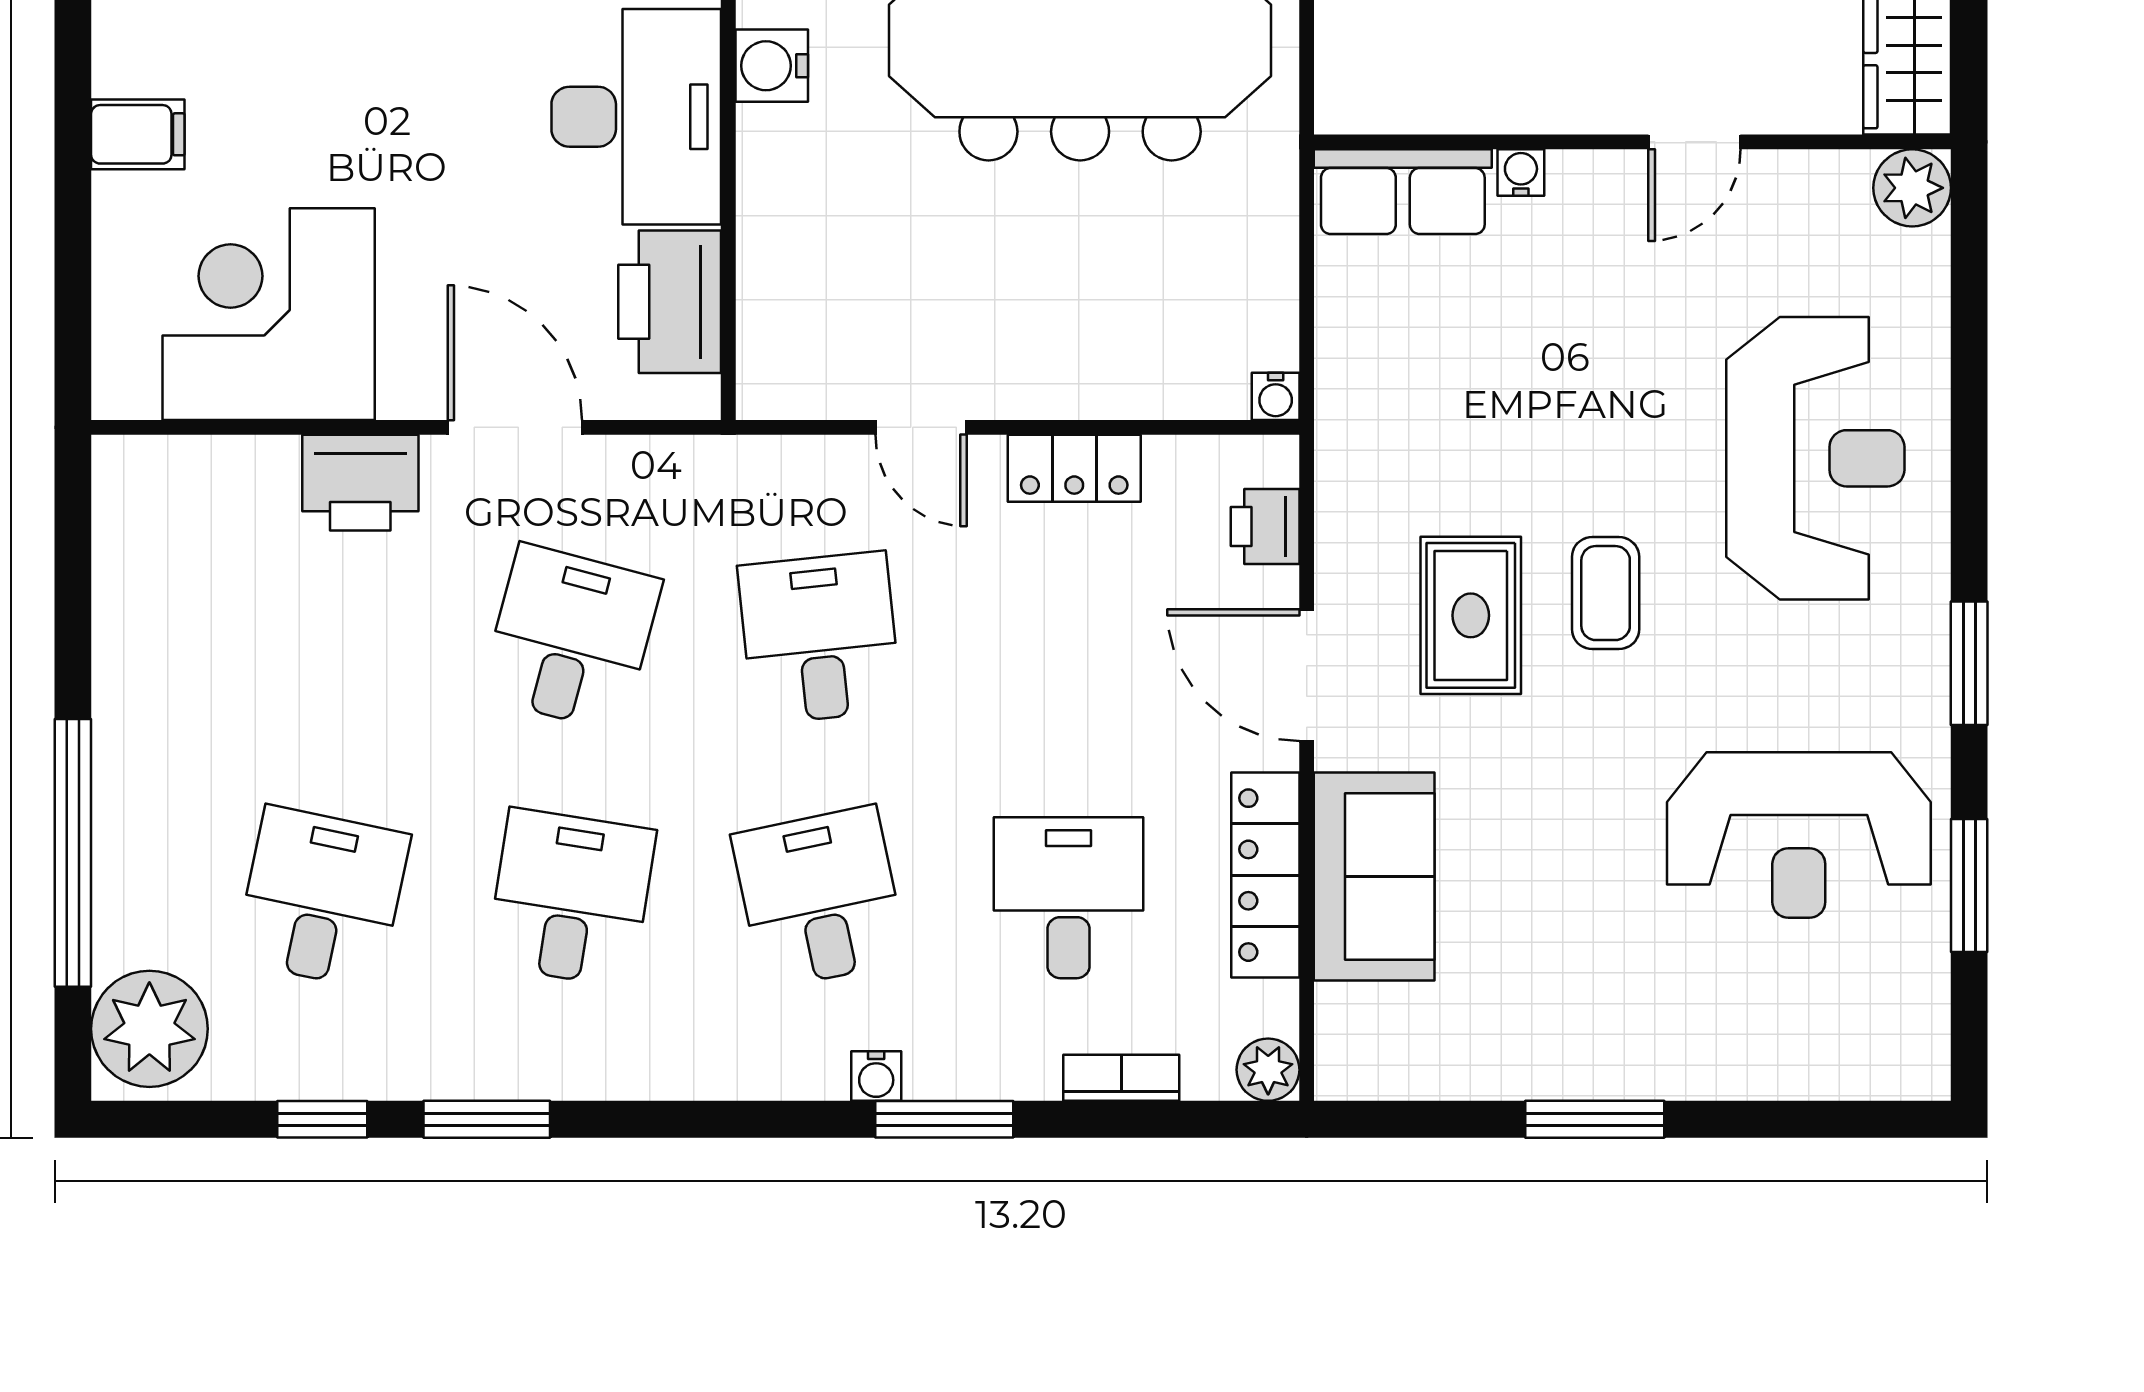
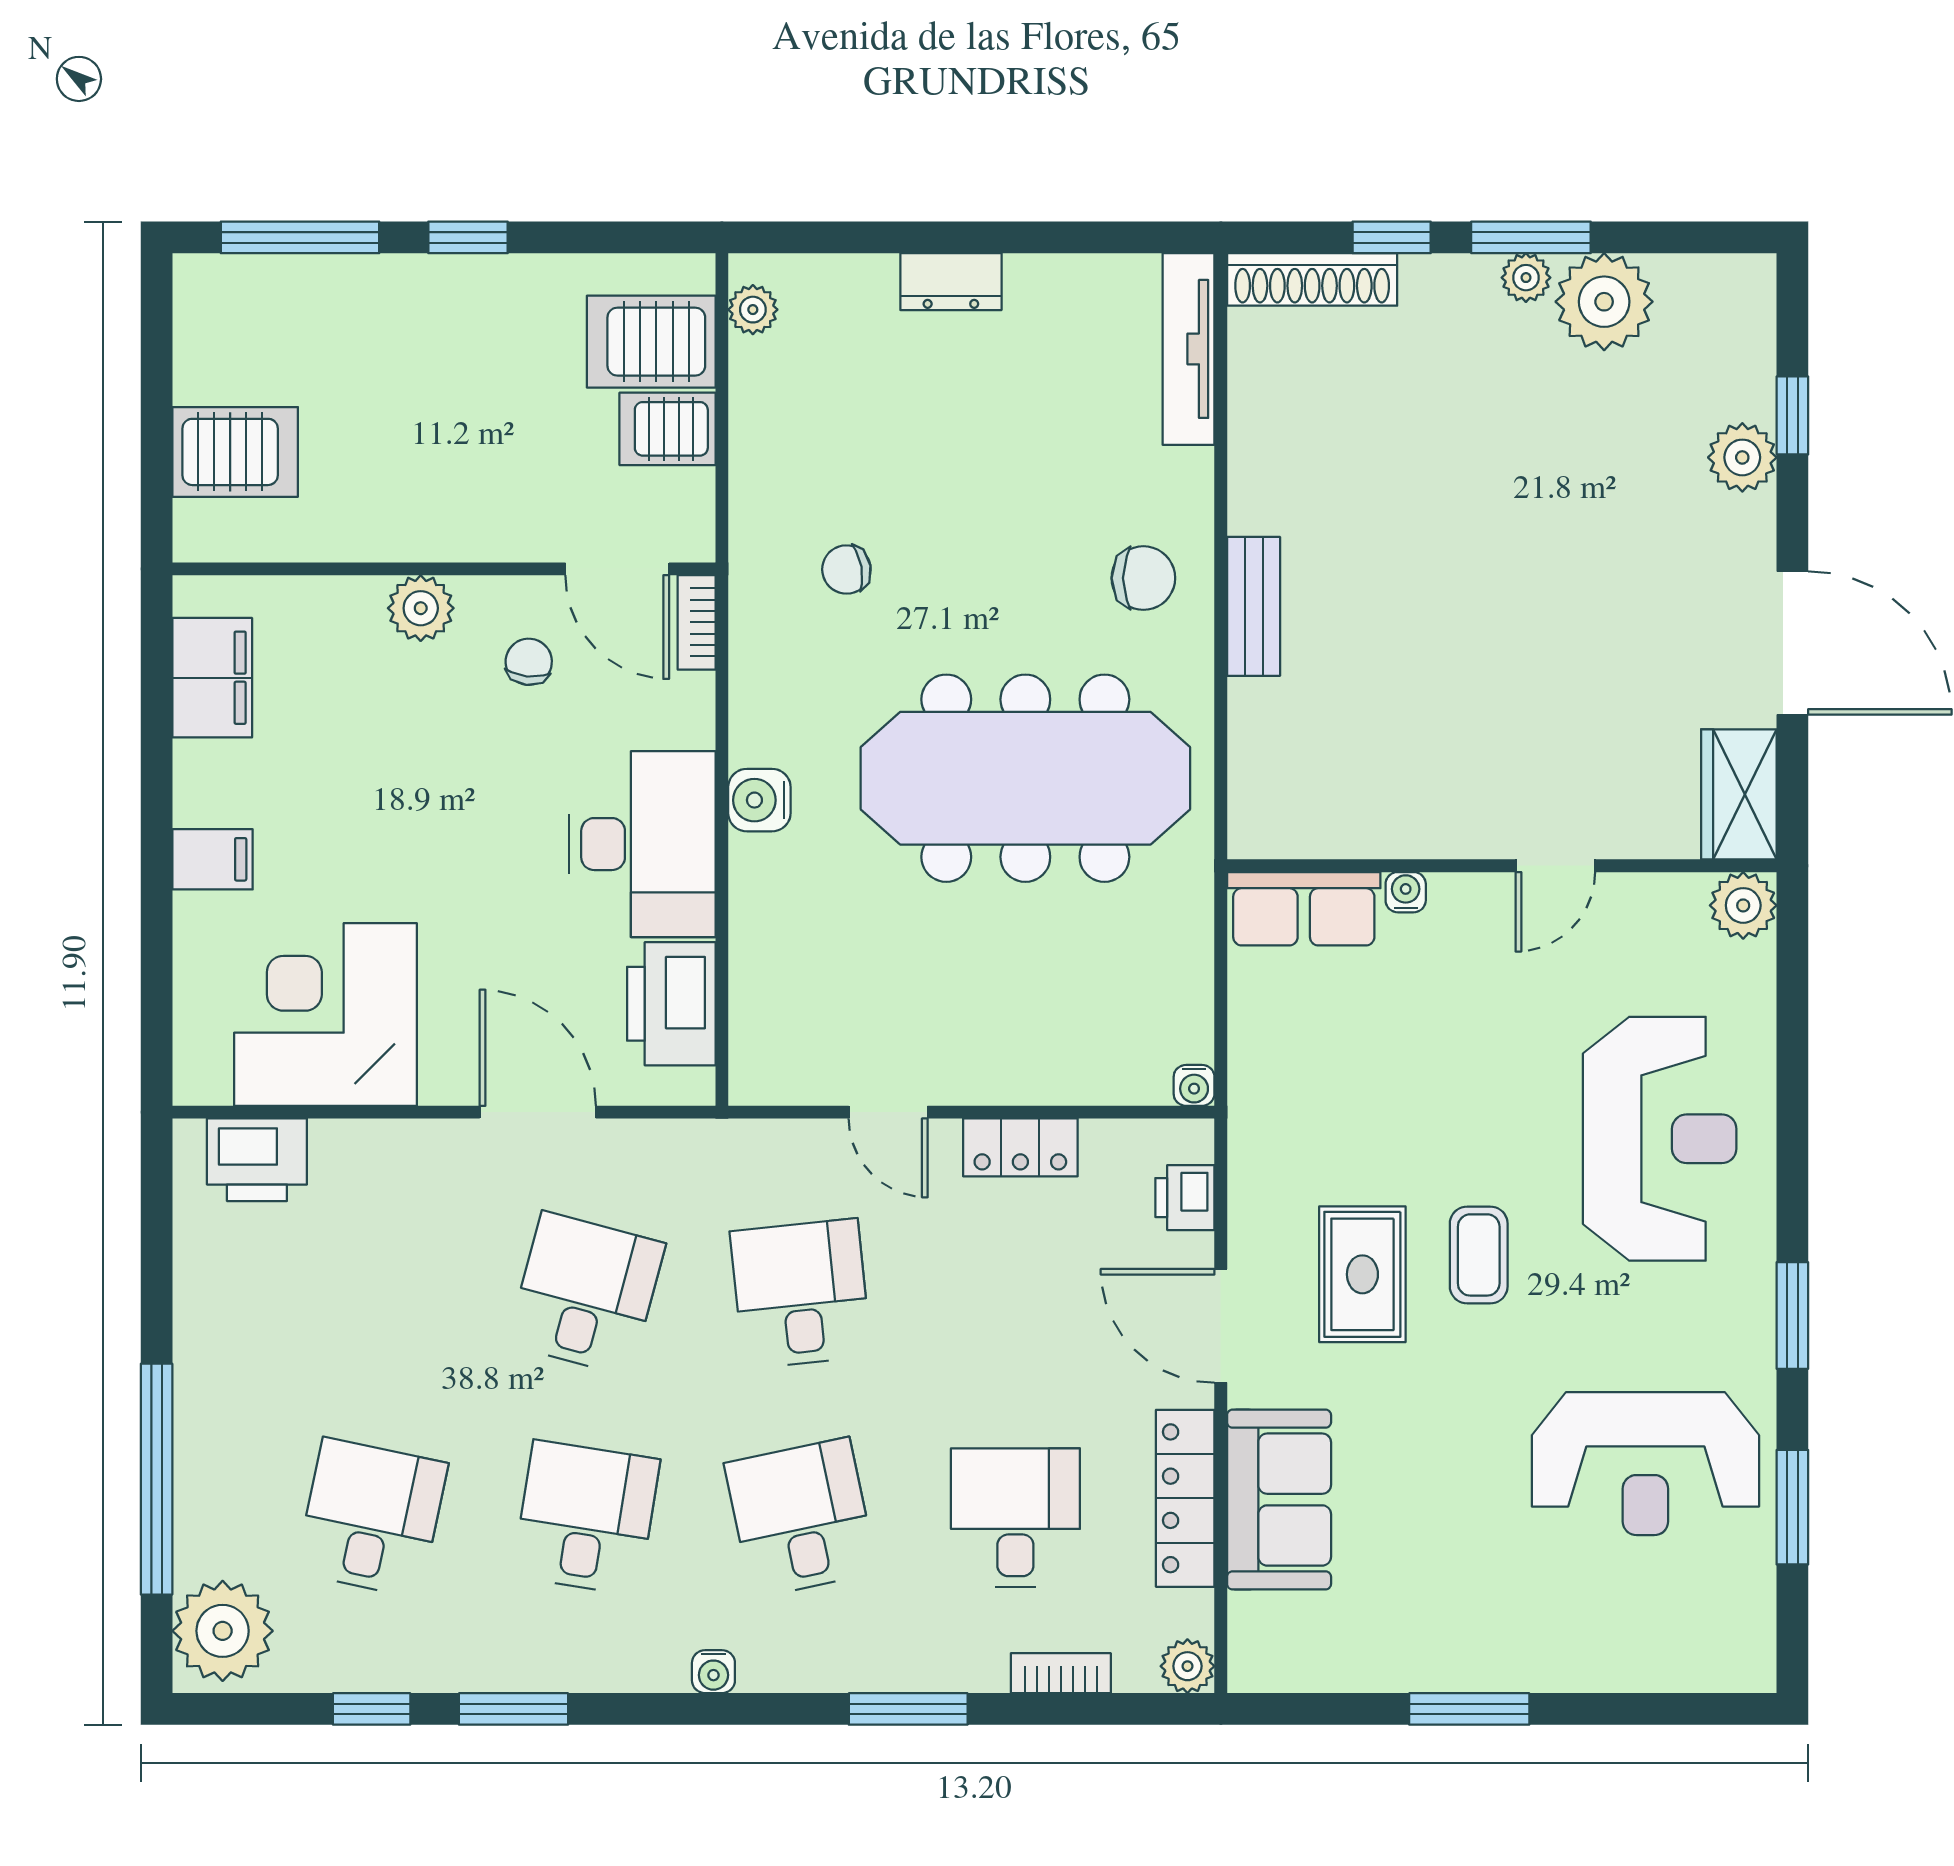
printer: (360, 483) -> (257, 1160), moved
water cooler: (876, 1076) -> (713, 1672), moved

